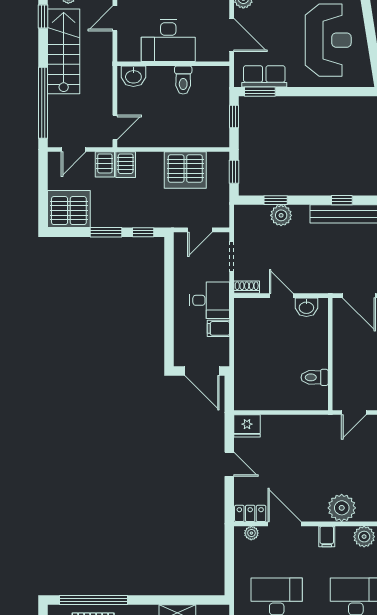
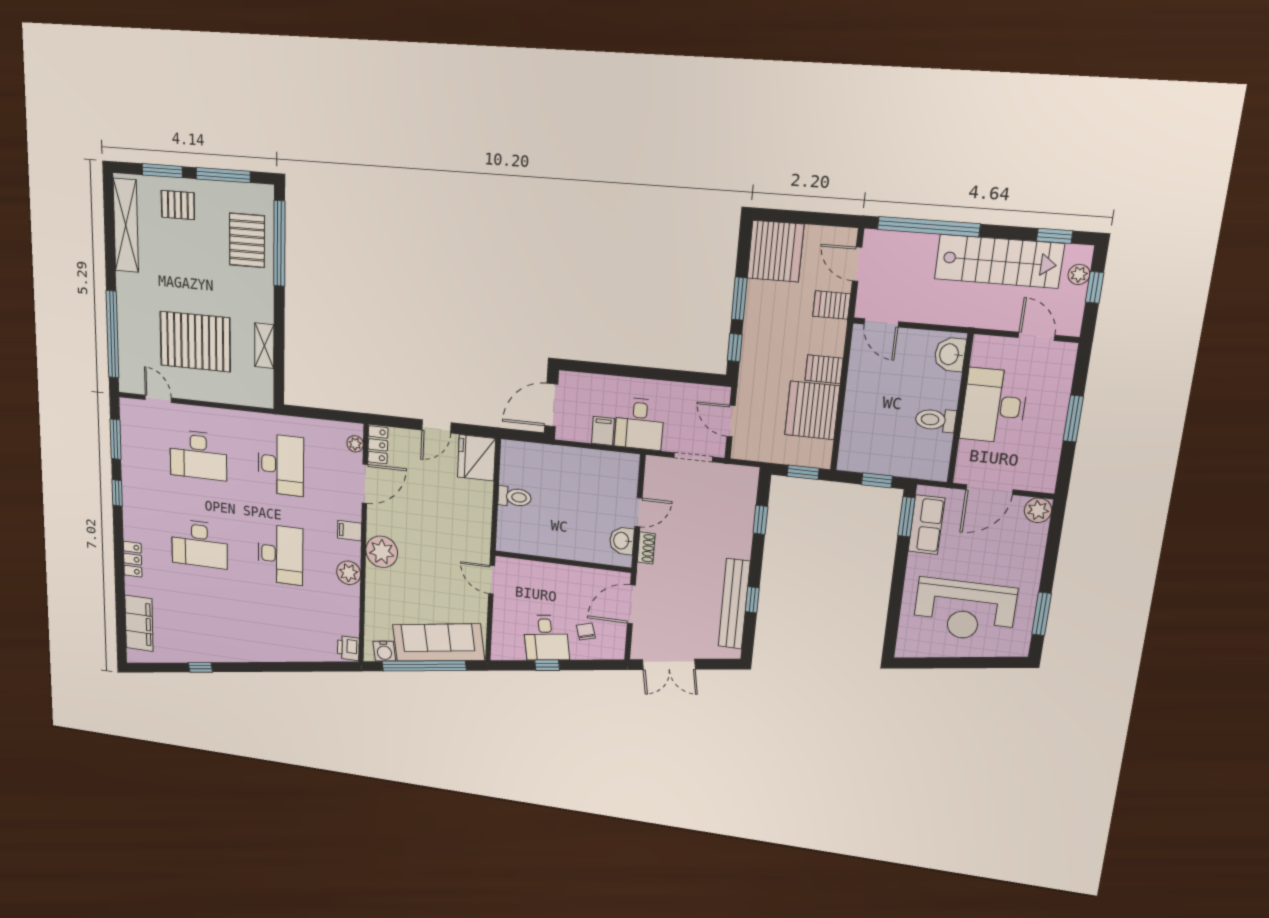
server rack: (126, 165) -> (824, 369), moved
plant: (281, 215) -> (740, 524), removed
shoe rack: (247, 287) -> (646, 548), moved
toilet: (315, 377) -> (514, 497), moved, turned 90
fridge: (247, 426) -> (477, 458), width x1.36, depth x1.34

